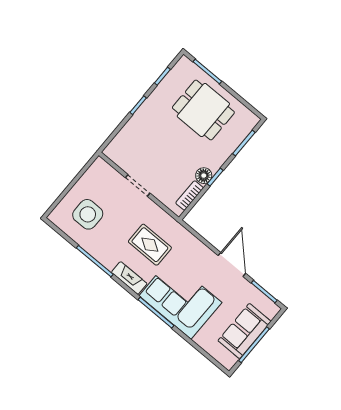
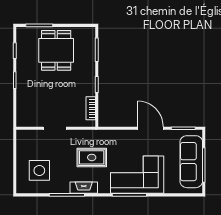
dining table: (203, 110) -> (56, 50), turned 90
floor lamp: (204, 176) -> (89, 89), removed
fireplace: (129, 278) -> (84, 188), moved
sofa: (244, 331) -> (191, 162), width x1.36

